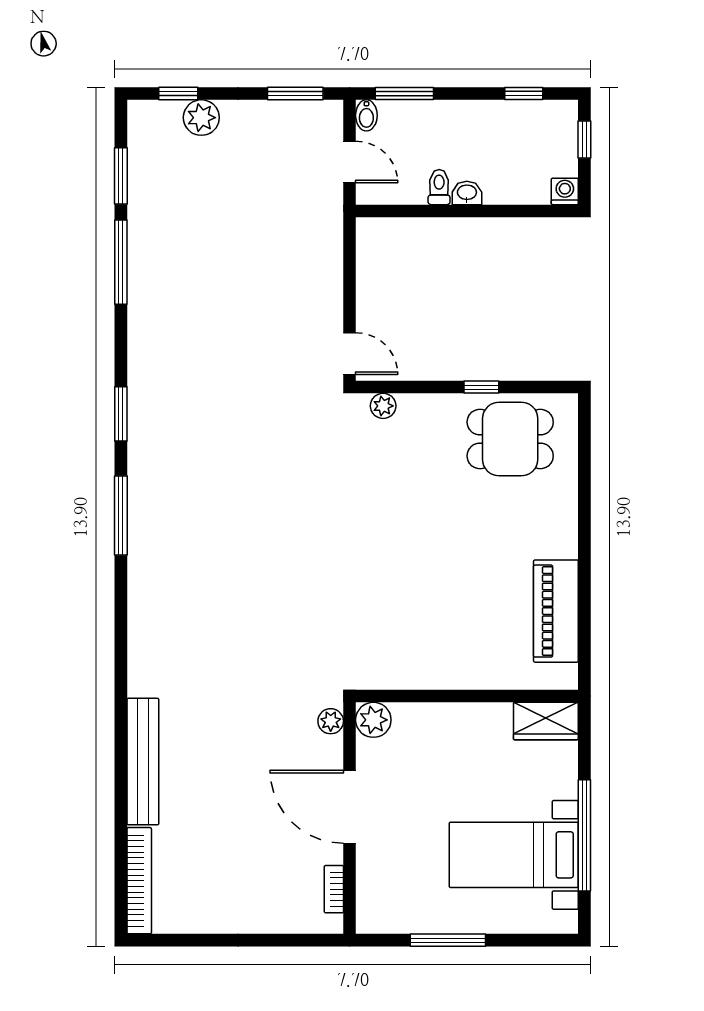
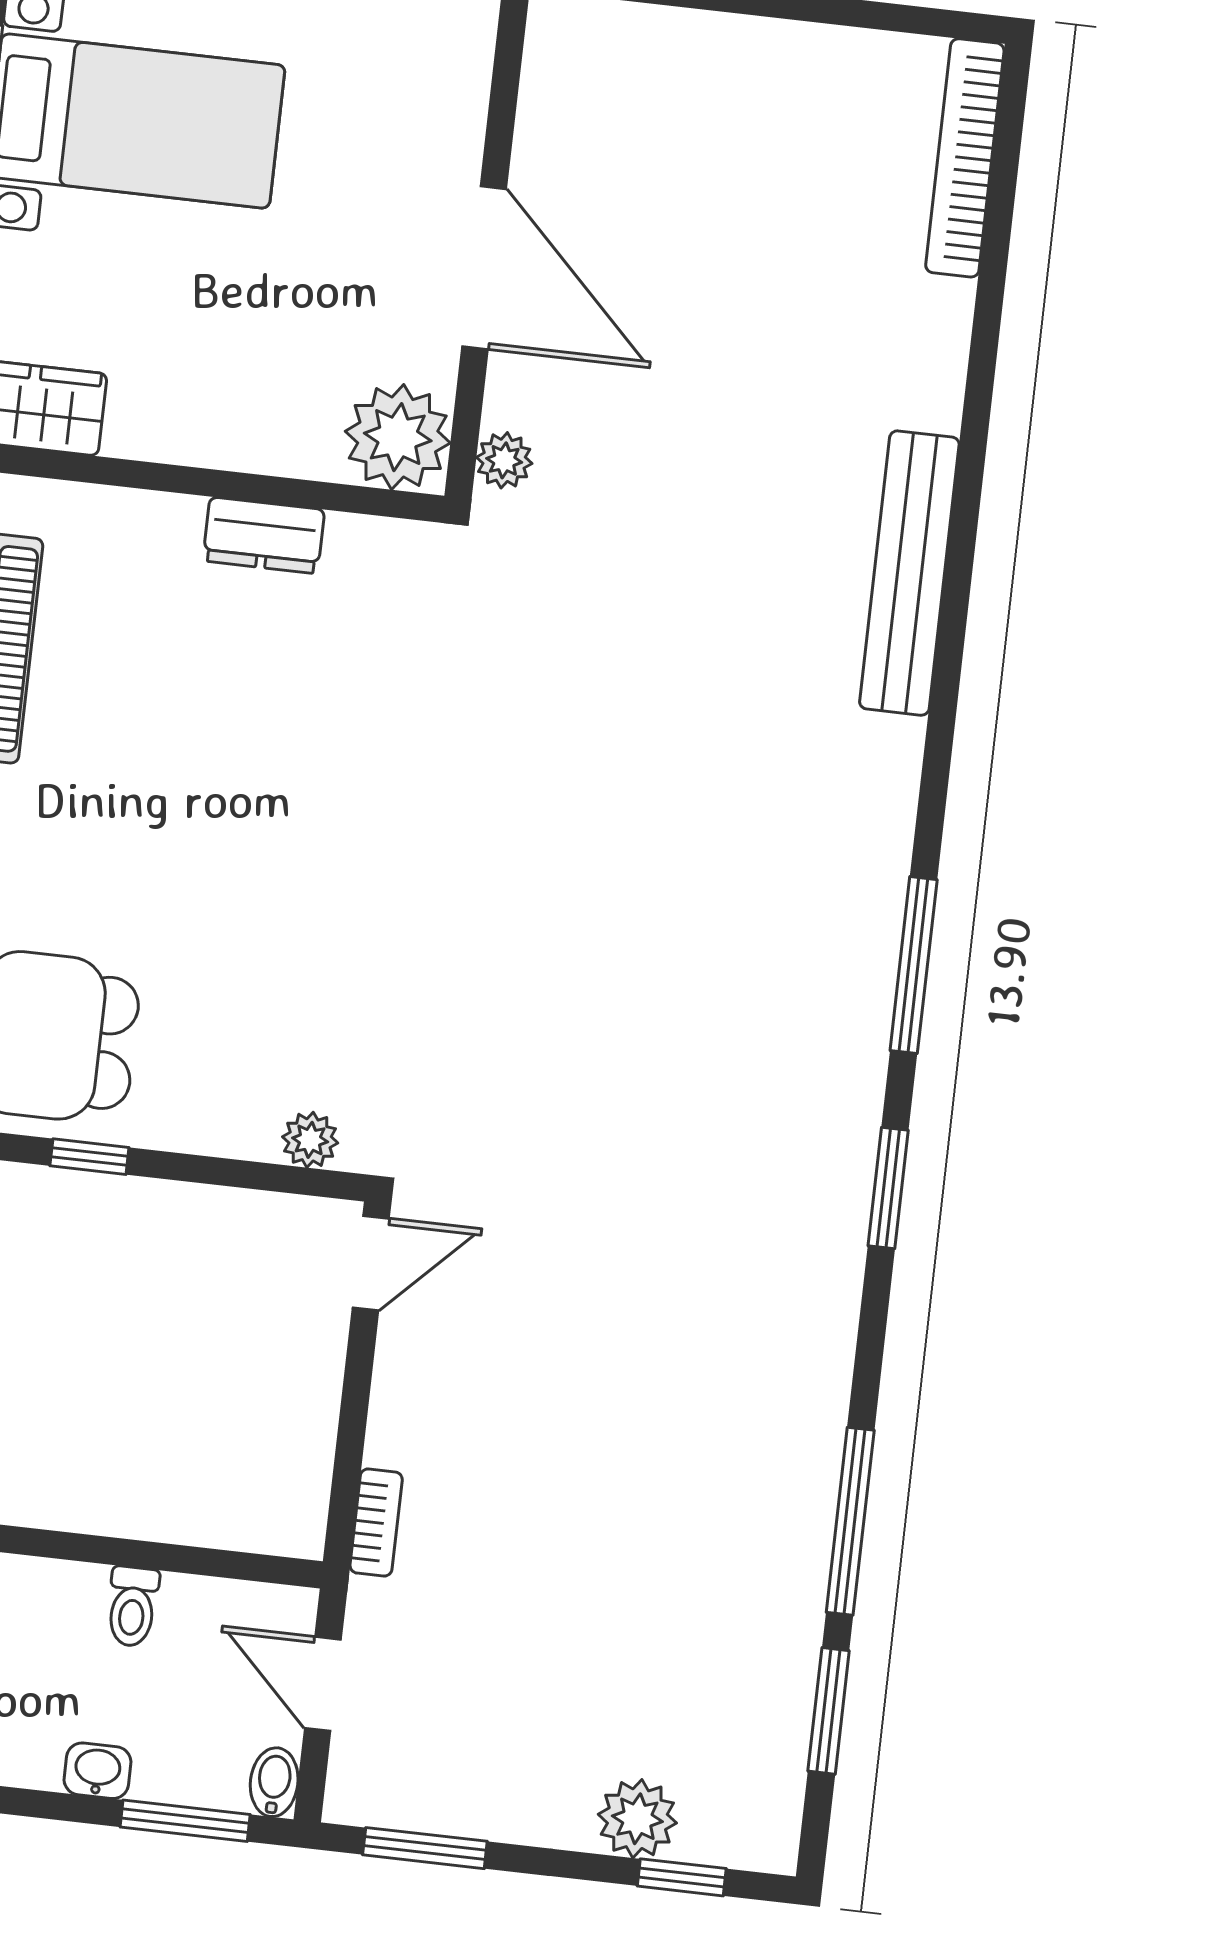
washbasin: (467, 193) -> (97, 1771), moved, turned 180
door: (350, 354) -> (371, 1263), swing flipped
dresser: (435, 675) -> (264, 535), added
plant: (373, 720) -> (398, 437), width x1.36, depth x1.36
bench: (143, 762) -> (909, 573), moved
bookcase: (334, 889) -> (376, 1523), moved

